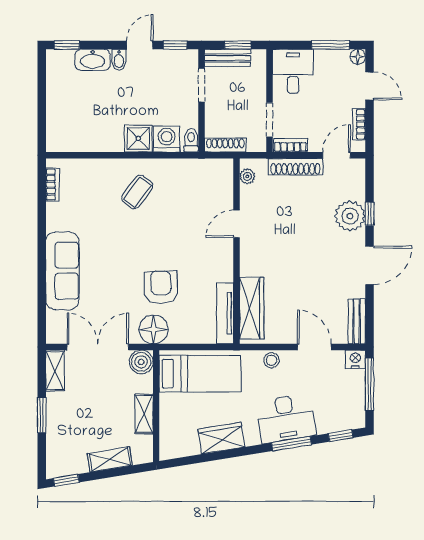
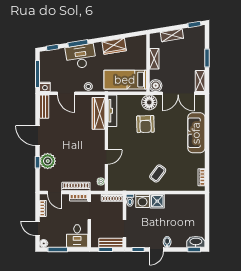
washbasin: (93, 60) -> (196, 242), moved
door: (337, 155) -> (55, 192), hinge flipped
door: (369, 265) -> (38, 136), hinge flipped

